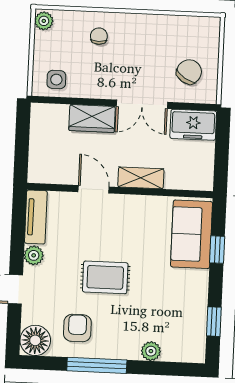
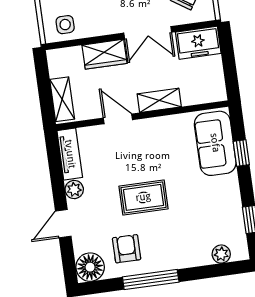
shelving: (39, 158) -> (62, 99), added
plant: (151, 351) -> (221, 254), moved

